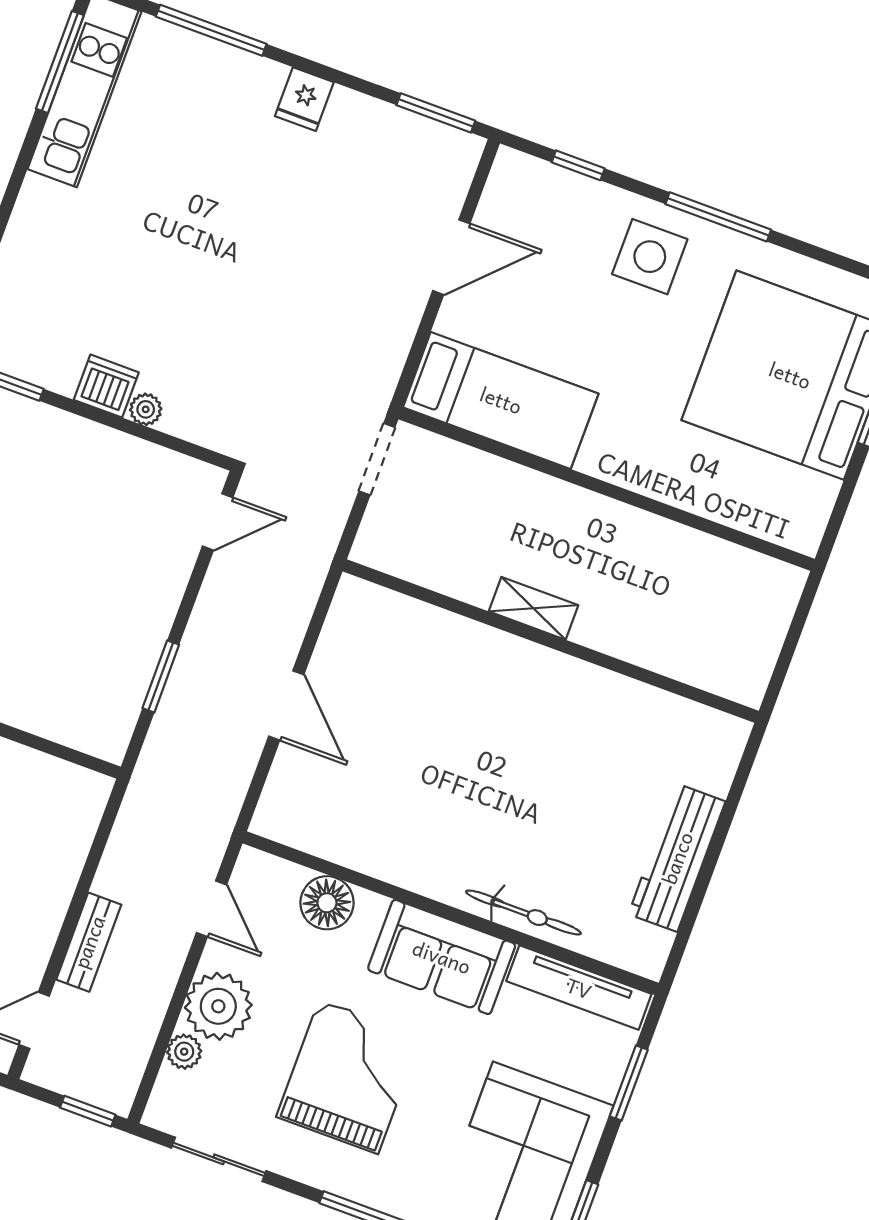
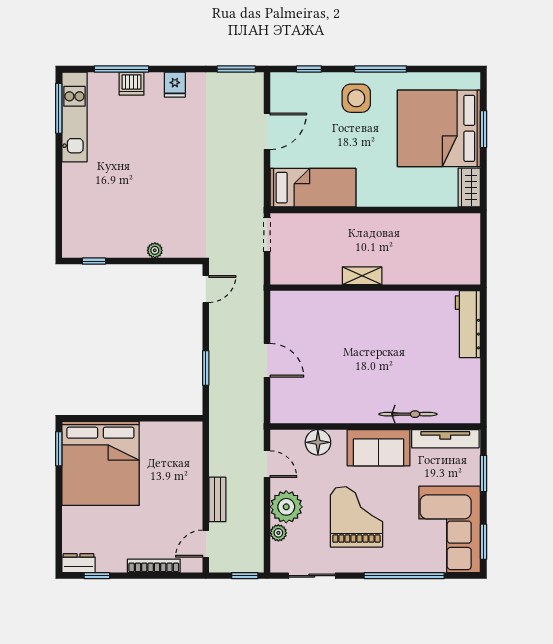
dishwasher: (106, 386) -> (132, 84), moved, turned 180
wardrobe: (807, 513) -> (469, 188), added
workbench: (677, 858) -> (468, 324), moved

